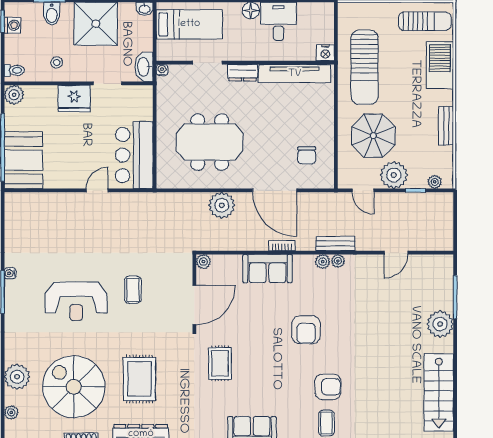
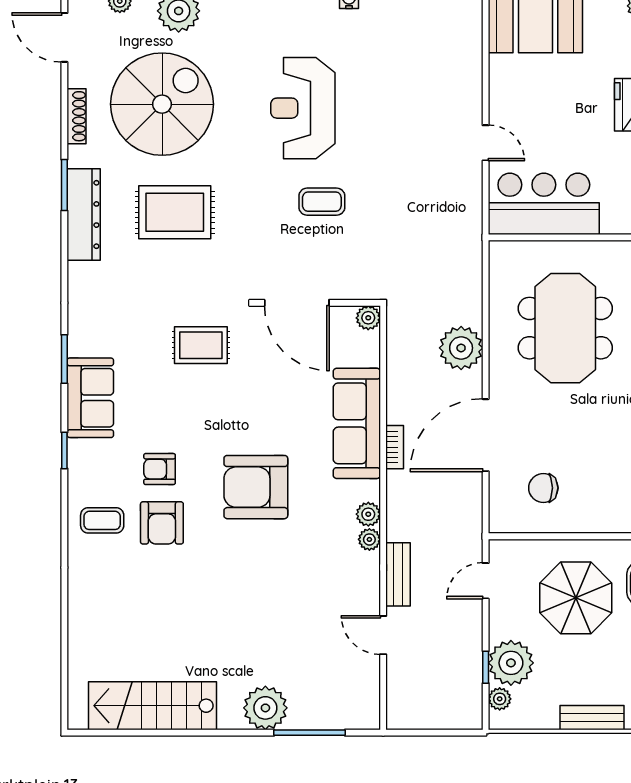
plant: (394, 175) -> (511, 663), moved
bench: (336, 243) -> (398, 574), moved
sofa: (267, 269) -> (357, 423), width x1.36
armchair: (306, 330) -> (256, 487), width x1.36, depth x1.36
armchair: (295, 388) -> (160, 469), added

